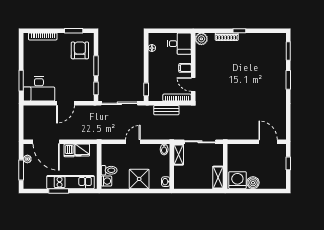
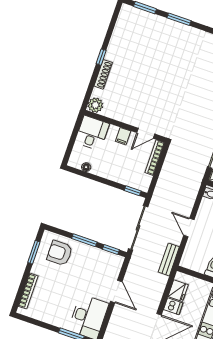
bench: (166, 110) -> (169, 259), moved

